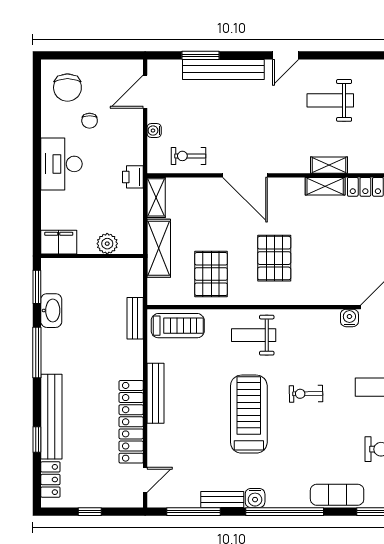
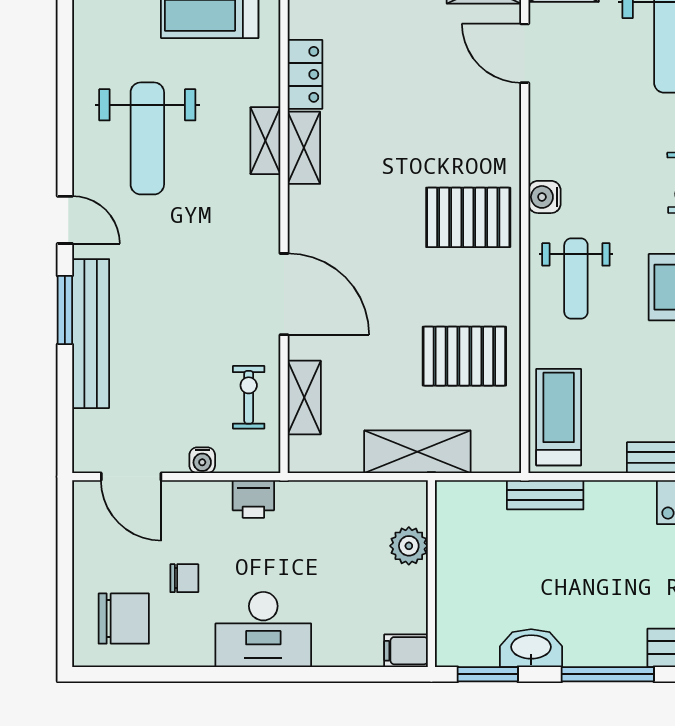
window: (200, 55) -> (65, 310), moved
weight bench: (330, 100) -> (147, 138), width x1.36, depth x1.33
exercise bike: (189, 156) -> (249, 397), turned 180
door: (245, 175) -> (284, 294), hinge flipped
printer: (133, 177) -> (253, 499), moved
shelving: (156, 197) -> (304, 398), moved, turned 90
filing cabinet: (59, 242) -> (406, 651), width x0.50
pallet: (274, 258) -> (468, 217), moved
water cooler: (349, 318) -> (545, 197), moved

